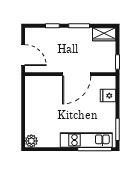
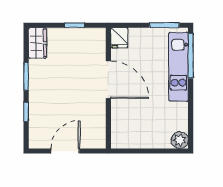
wall: (70, 74) -> (108, 88), moved
door: (77, 74) -> (108, 80), moved

